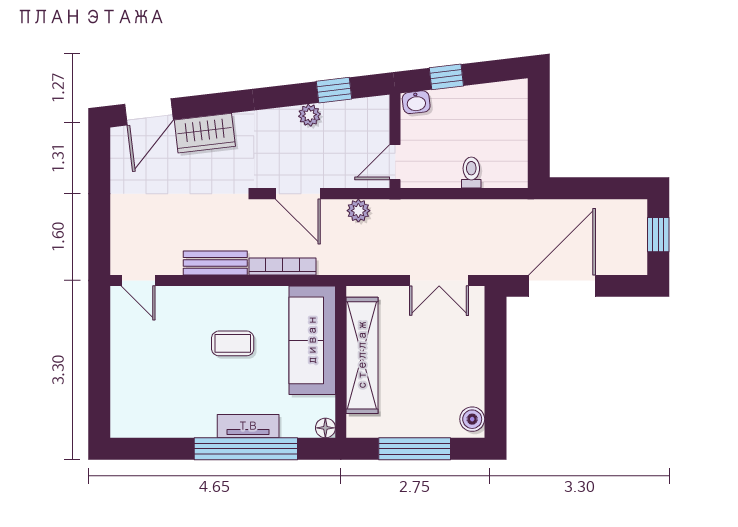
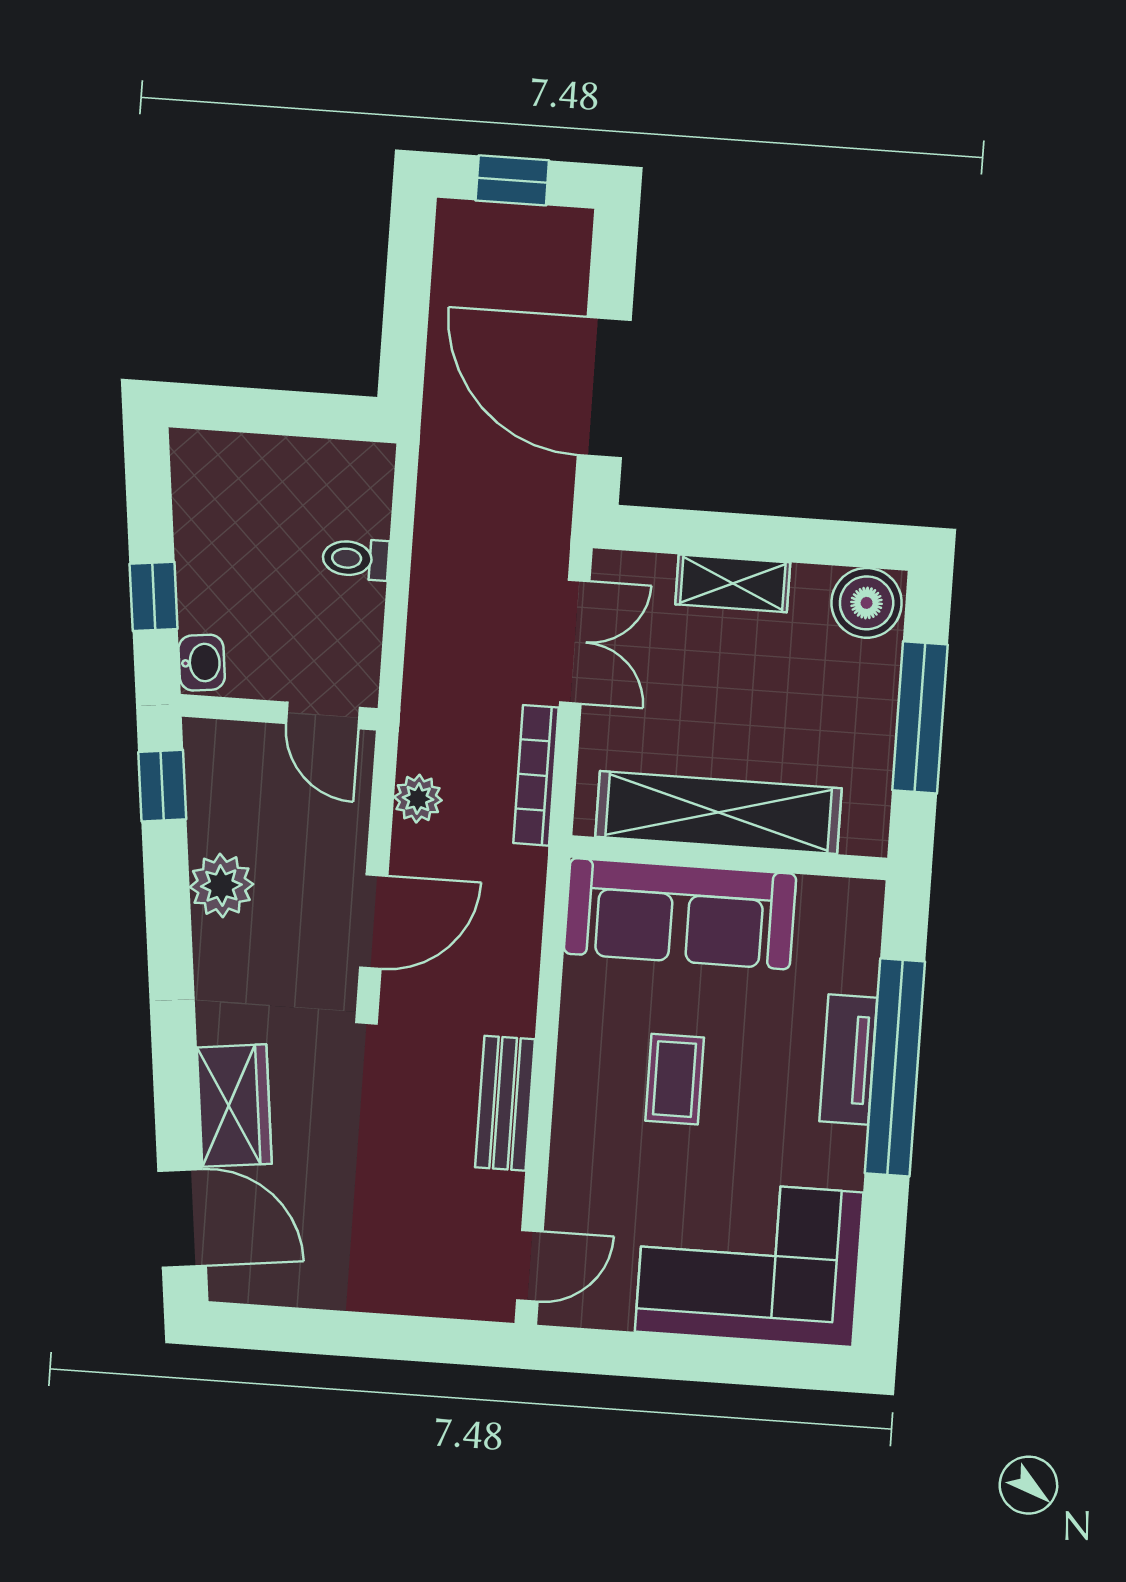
window: (334, 90) -> (162, 786), moved
plant: (309, 115) -> (221, 886), width x1.38, depth x1.38
bookcase: (283, 266) -> (536, 775), moved
shelving: (472, 354) -> (733, 583), added
corner sofa: (147, 385) -> (749, 1262), added
boiler: (472, 419) -> (867, 603), width x1.36, depth x1.36
floor lamp: (325, 428) -> (864, 899), removed

